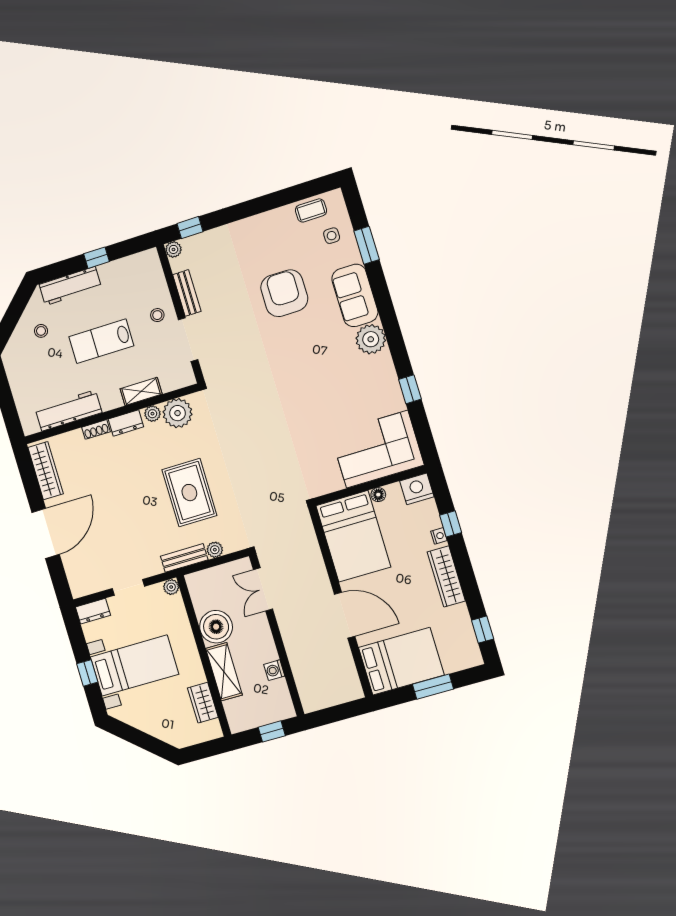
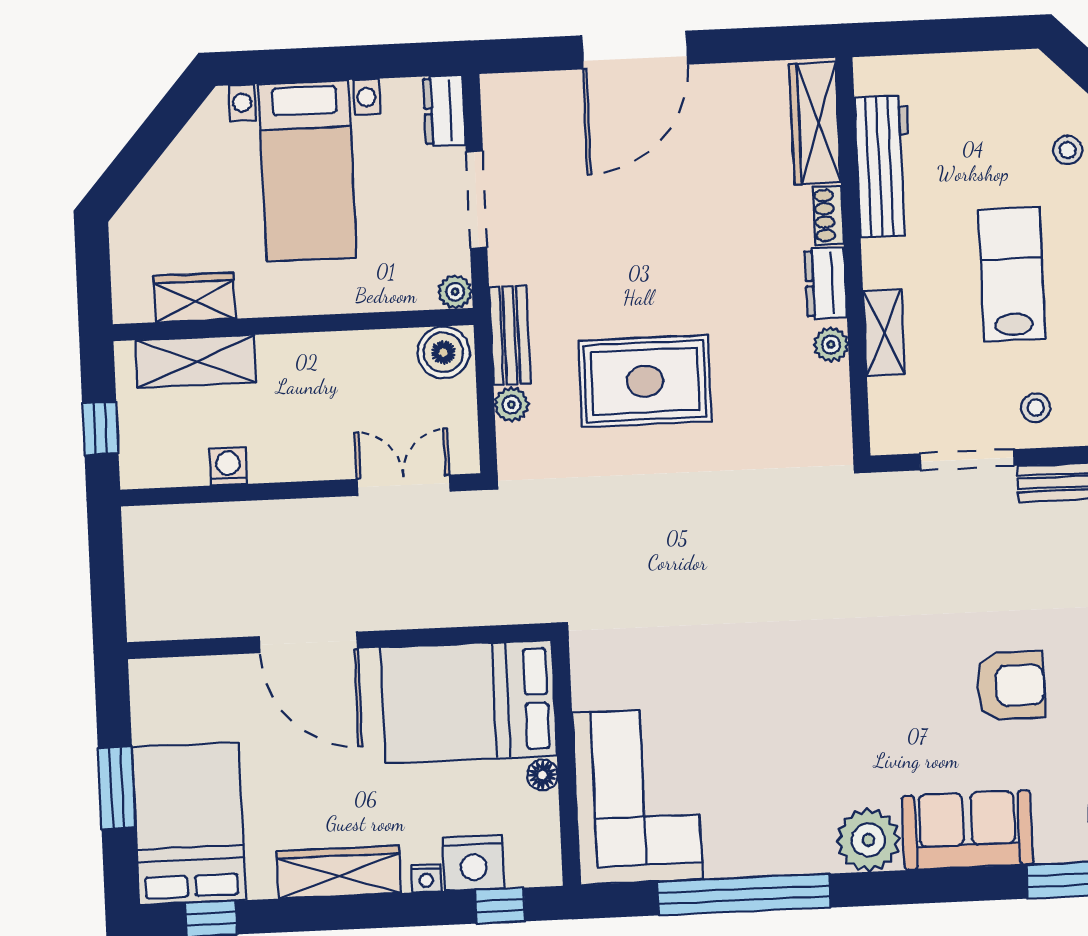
armchair: (284, 293) -> (1011, 686), width x0.73, depth x0.73
window: (410, 389) -> (744, 894), width x3.17
plant: (178, 413) -> (818, 398), removed
wardrobe: (46, 471) -> (815, 123), moved, turned 90
nightstand: (417, 489) -> (473, 863), moved, turned 90
window: (451, 524) -> (500, 906), moved
door: (46, 533) -> (635, 50), hinge flipped
doorway: (128, 587) -> (476, 200), width x1.38
door: (345, 615) -> (308, 642), hinge flipped
boiler: (216, 627) -> (443, 352), moved, width x0.73, depth x0.73
bed: (401, 661) -> (189, 824), moved, turned 180
shelving: (224, 672) -> (196, 361), moved
window: (87, 673) -> (316, 65), removed

